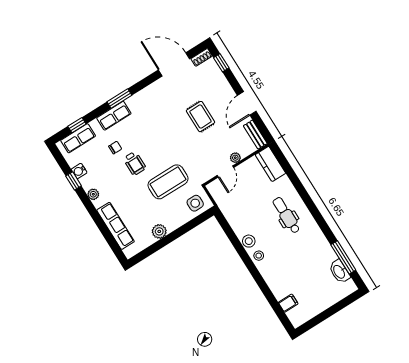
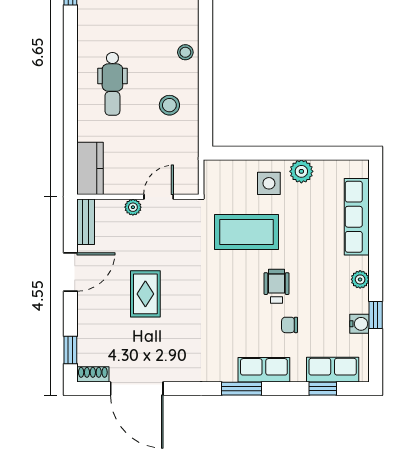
side table: (195, 203) -> (269, 183), moved
stool: (249, 241) -> (169, 105), moved

